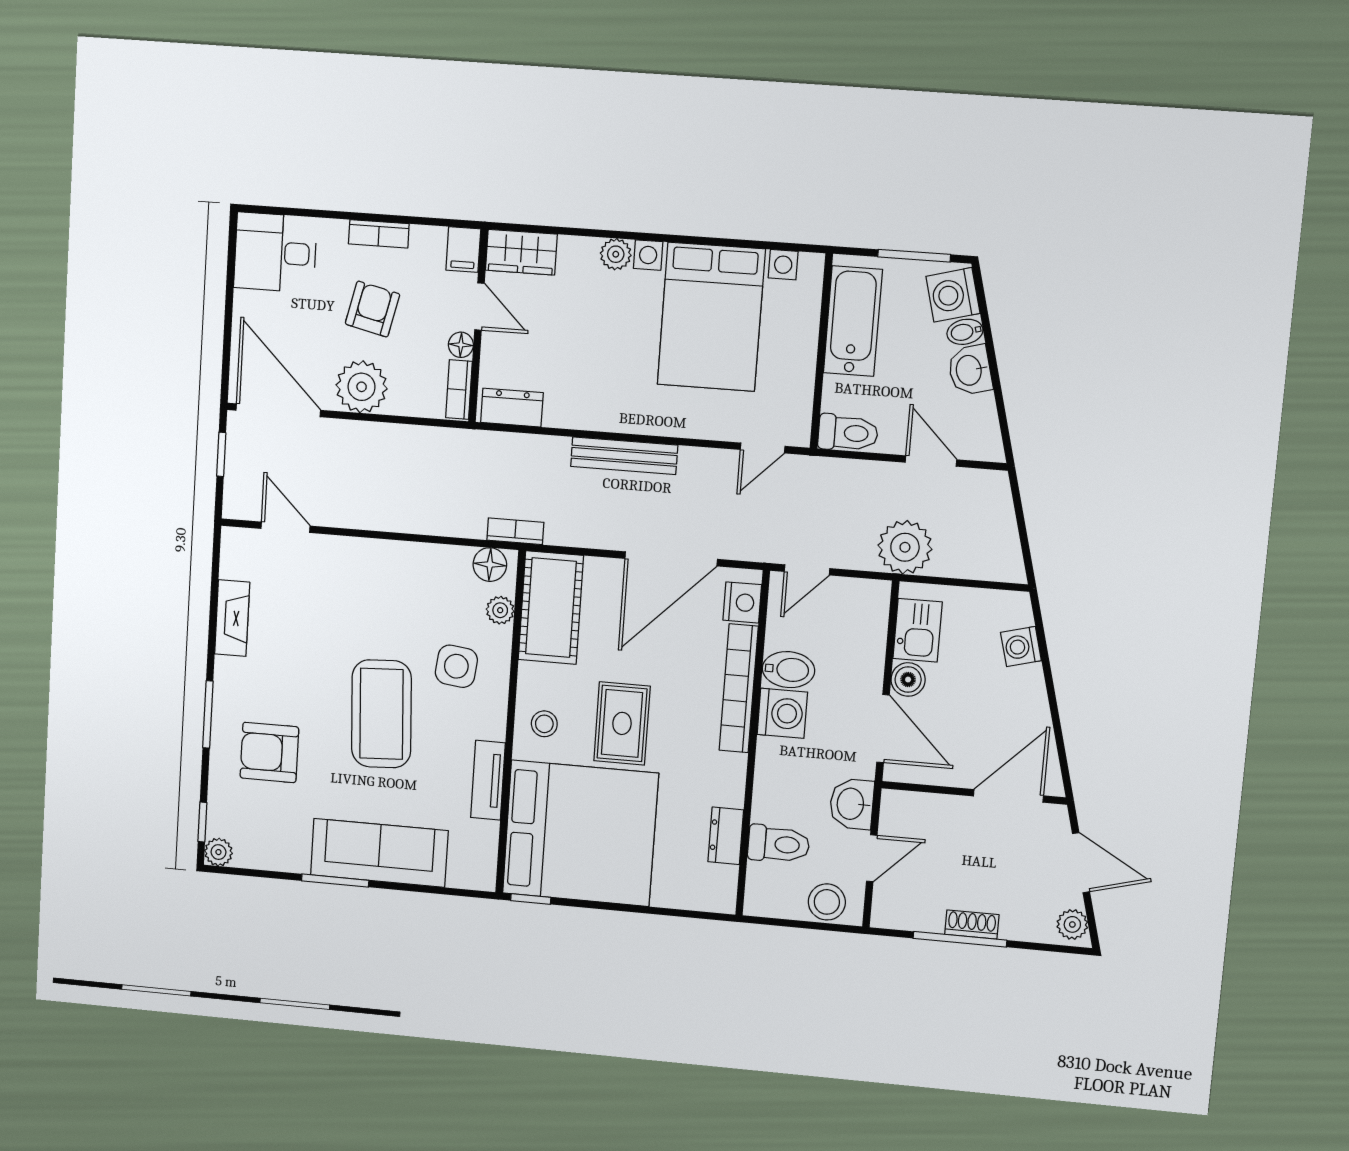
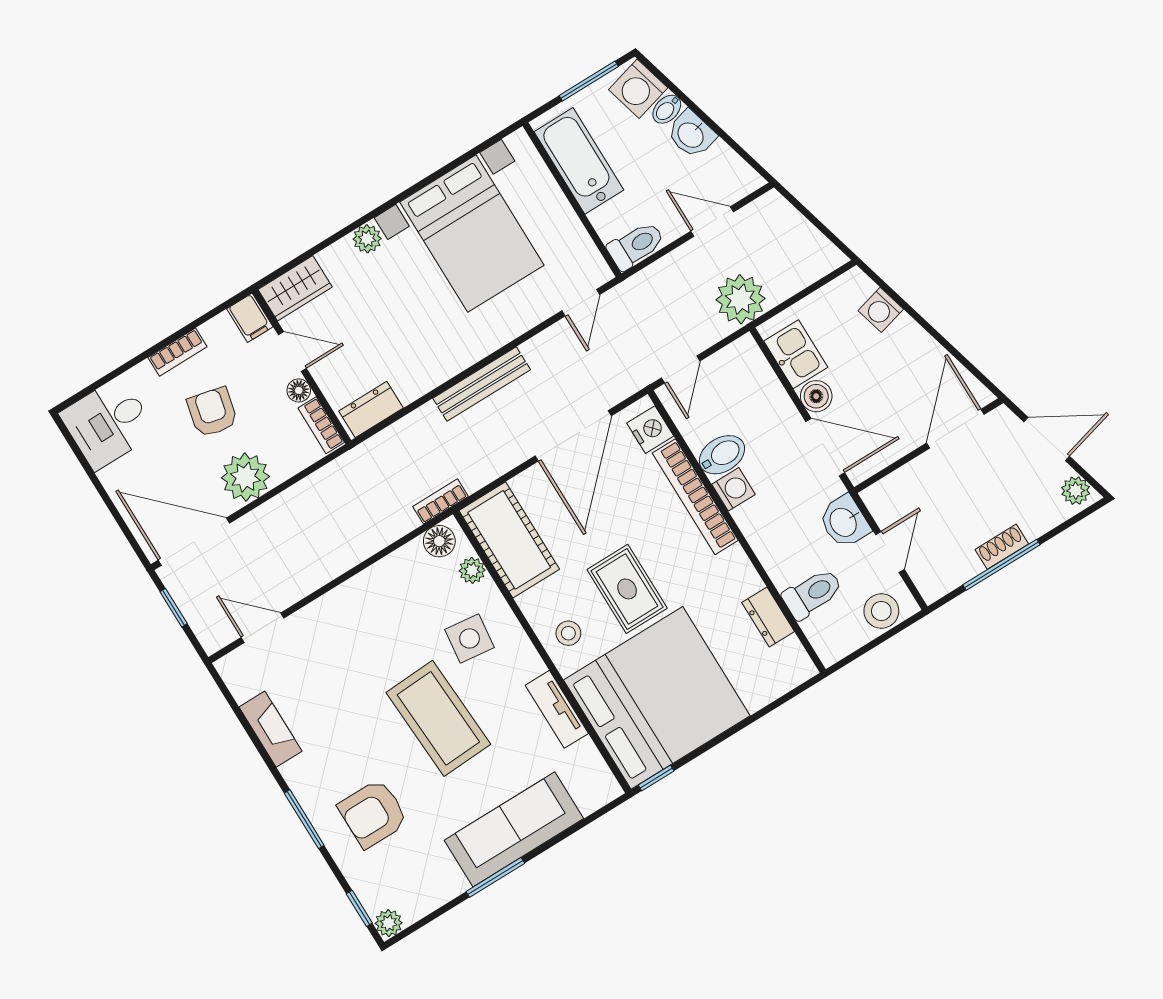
washing machine: (782, 713) -> (733, 489), width x0.73, depth x0.73

